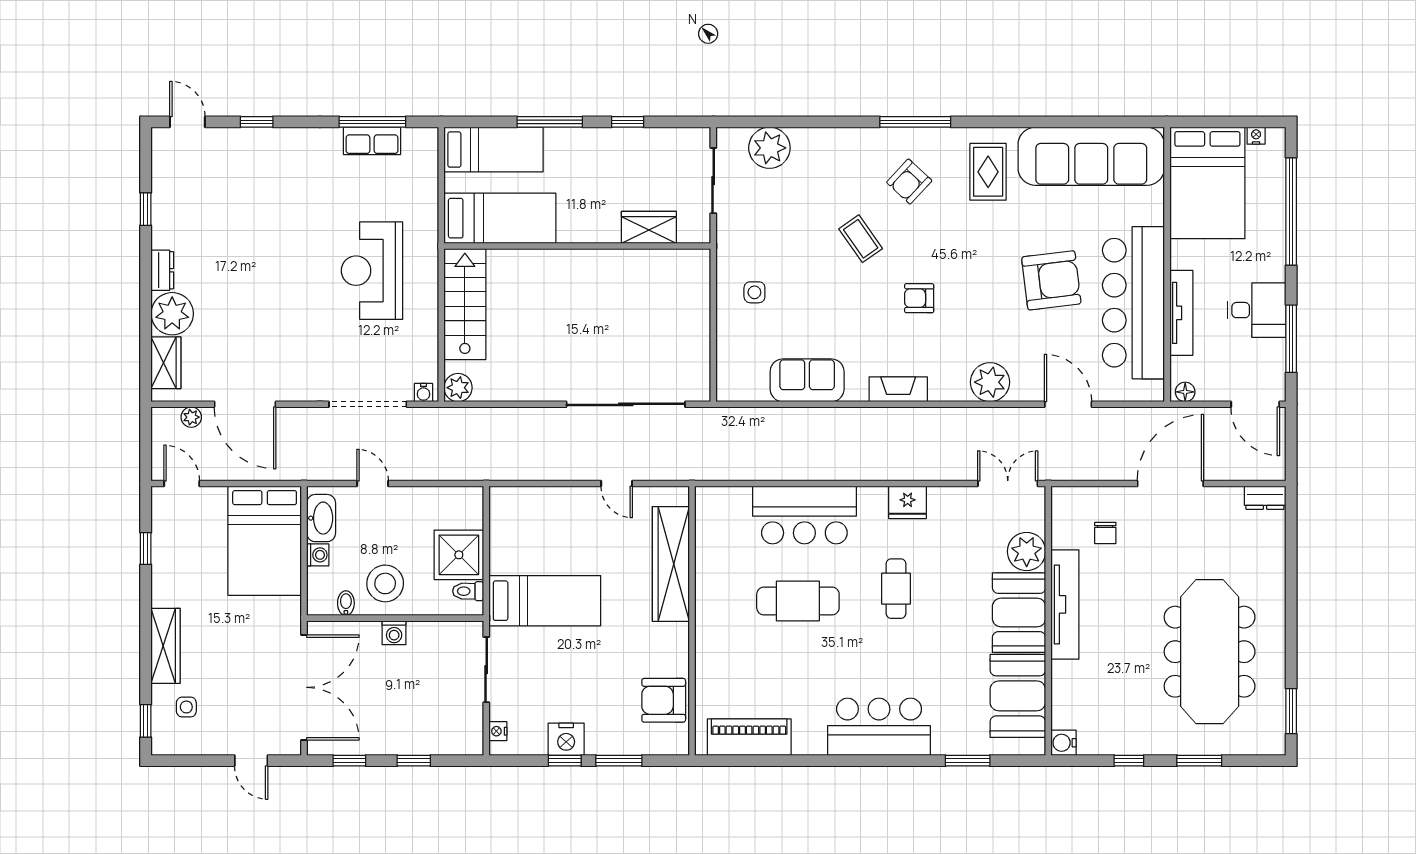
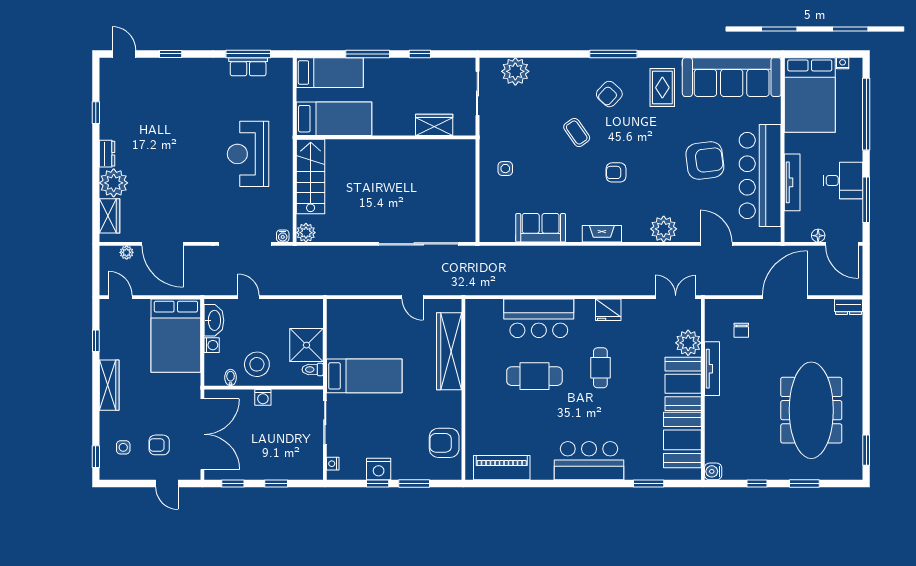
floor lamp: (1185, 392) -> (818, 236), moved
tv unit: (1065, 604) -> (712, 369), width x0.73, depth x0.78
wardrobe: (166, 646) -> (109, 385), moved
armchair: (240, 703) -> (159, 445), added

